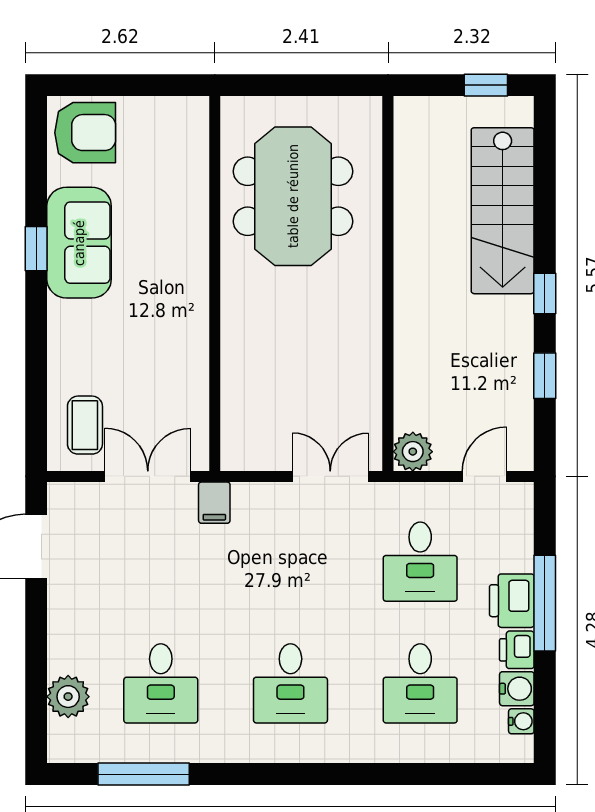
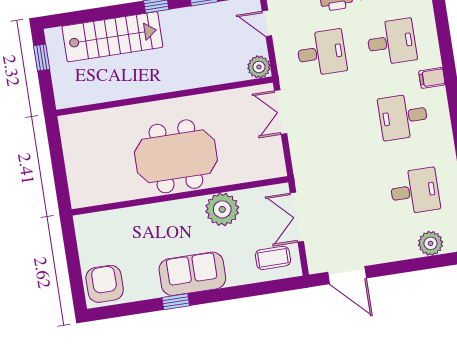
meeting table: (293, 196) -> (176, 156), moved
sofa: (79, 243) -> (192, 274), moved
plant: (181, 352) -> (222, 209), added
filing cabinet: (214, 503) -> (432, 78), moved, turned 180
desk: (290, 683) -> (403, 117), turned 180

